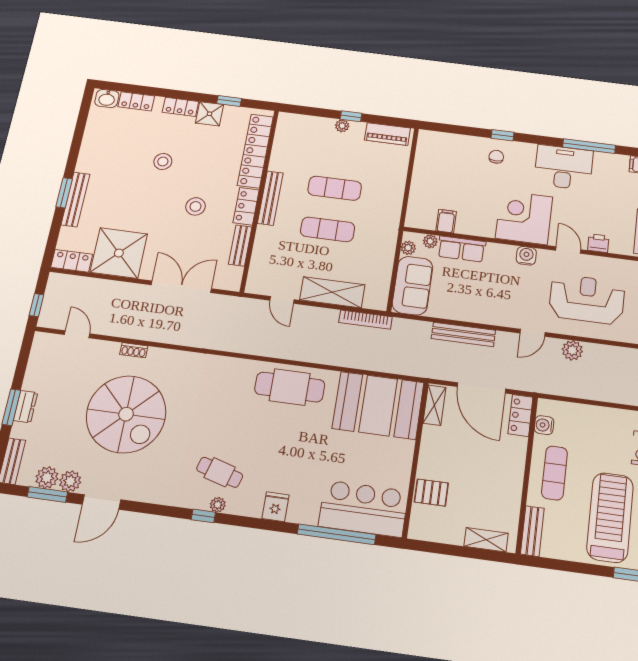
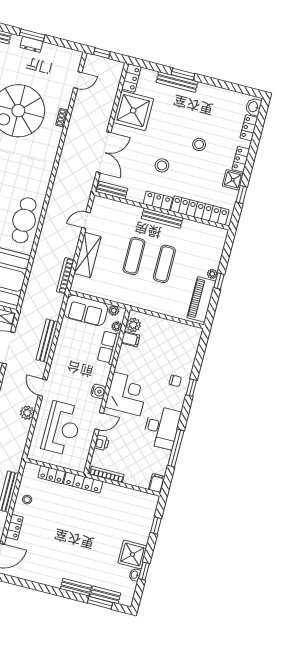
piano: (387, 134) -> (201, 299), width x1.37, depth x1.33
plant: (425, 220) -> (133, 325), added
bench: (240, 245) -> (112, 190), moved

